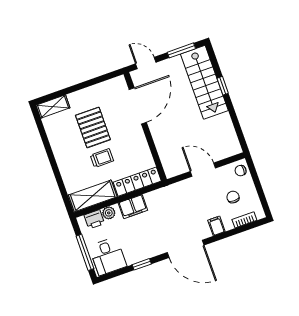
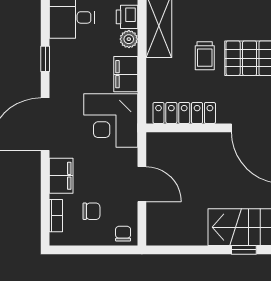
door: (203, 170) -> (142, 184), hinge flipped
locker: (137, 182) -> (184, 113), moved, turned -90
corner desk: (168, 206) -> (111, 121), added
filing cabinet: (216, 226) -> (61, 176), width x2.00

